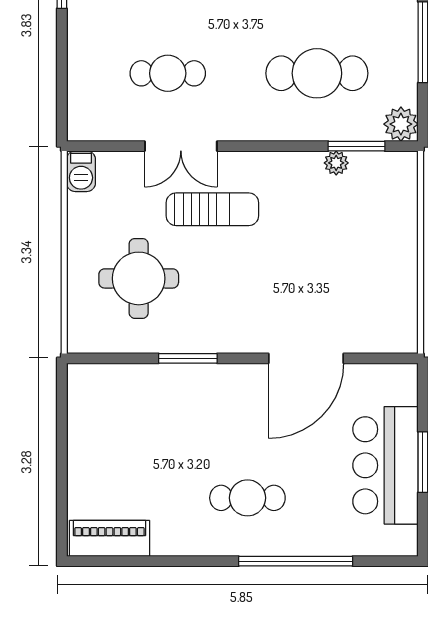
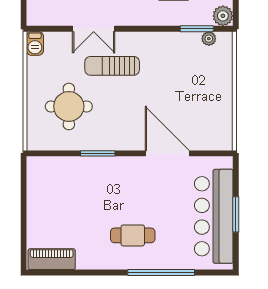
plant: (336, 163) -> (209, 39), moved
sun lounger: (212, 209) -> (112, 66), turned 180
door: (306, 358) -> (167, 153), swing flipped
bar counter: (385, 465) -> (214, 216), width x1.36

